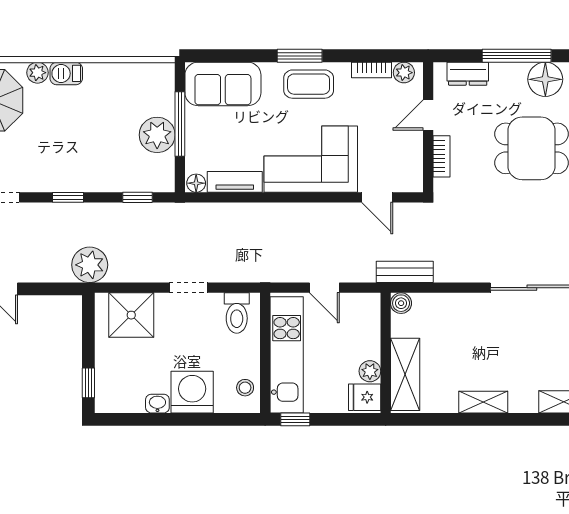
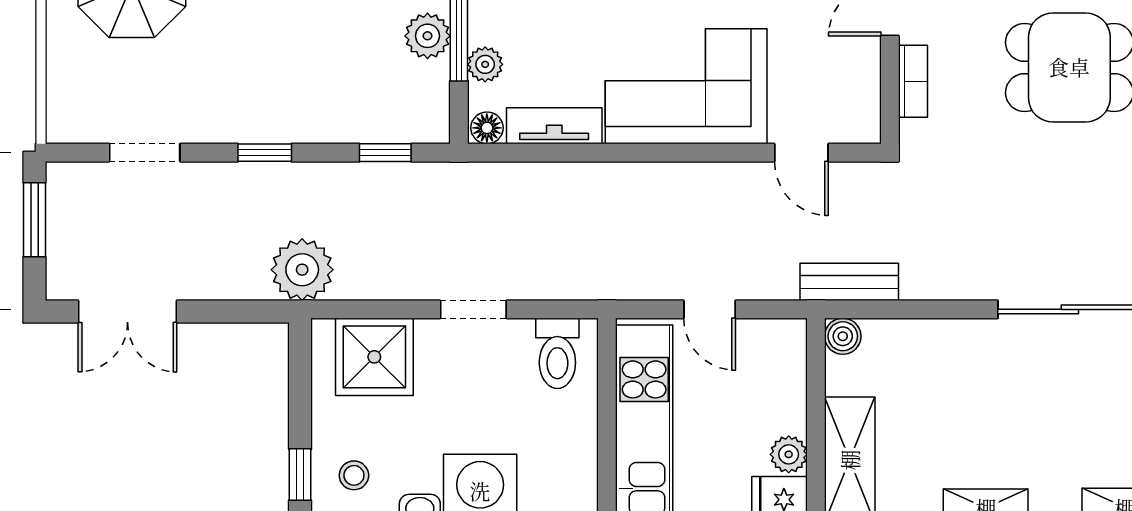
plant: (157, 135) -> (428, 36), width x0.73, depth x0.73
plant: (195, 147) -> (485, 64), added
stool: (245, 388) -> (354, 475), moved

